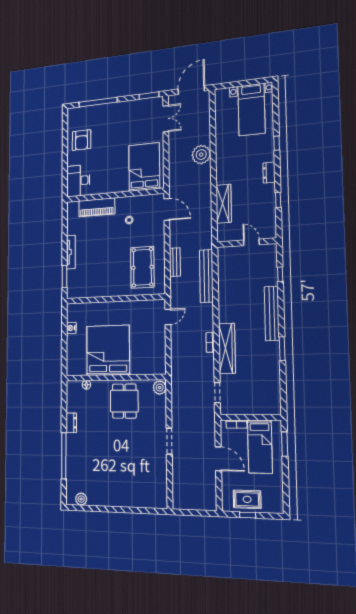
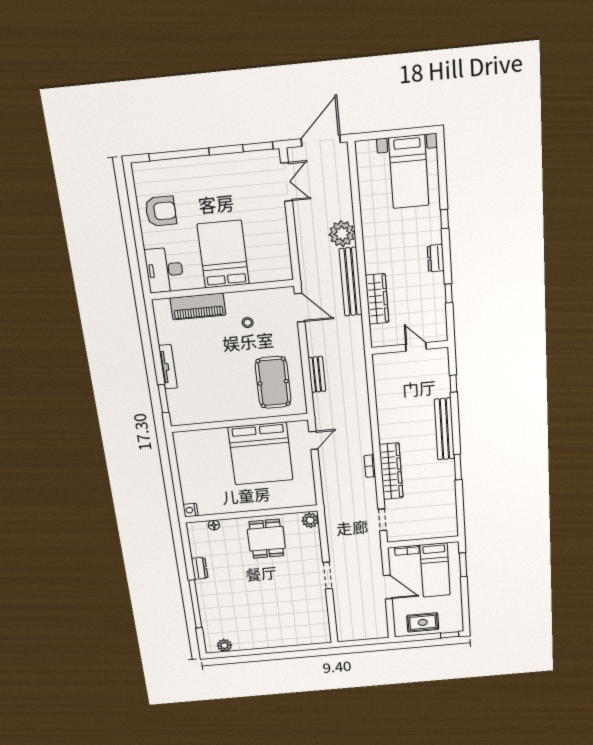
armchair: (81, 140) -> (161, 211), turned -90
bed: (144, 167) -> (223, 254), moved
bench: (206, 276) -> (351, 282), moved
nightstand: (71, 328) -> (190, 510), moved
bed: (108, 350) -> (261, 454), moved, turned 180
window: (248, 515) -> (450, 635), moved

